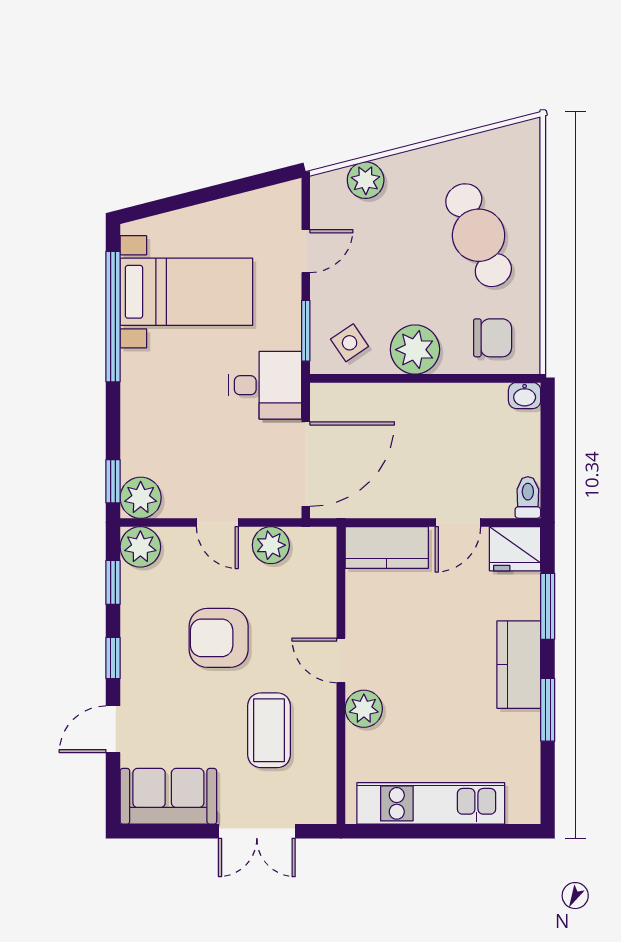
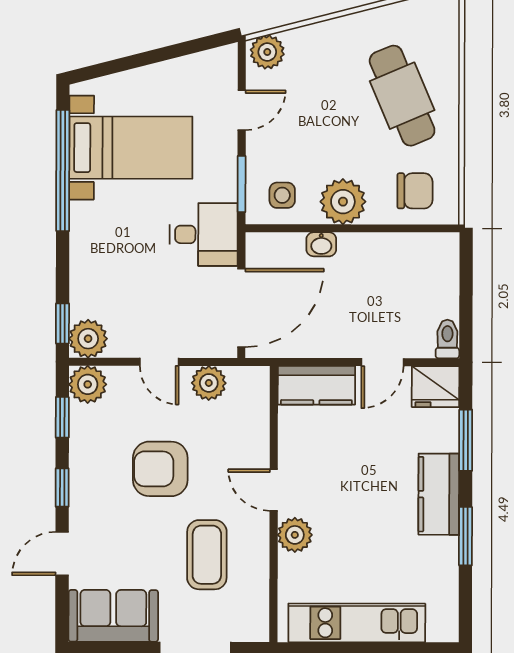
plant: (366, 180) -> (267, 52), moved
side table: (350, 343) -> (282, 195), turned 34
washbasin: (525, 396) -> (321, 244), moved

